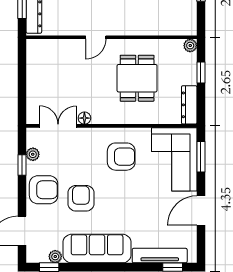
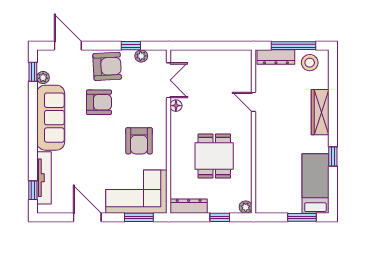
door: (96, 37) -> (253, 102), moved
dining table: (137, 78) -> (214, 156), turned 90
armchair: (44, 190) -> (107, 66), turned -93

